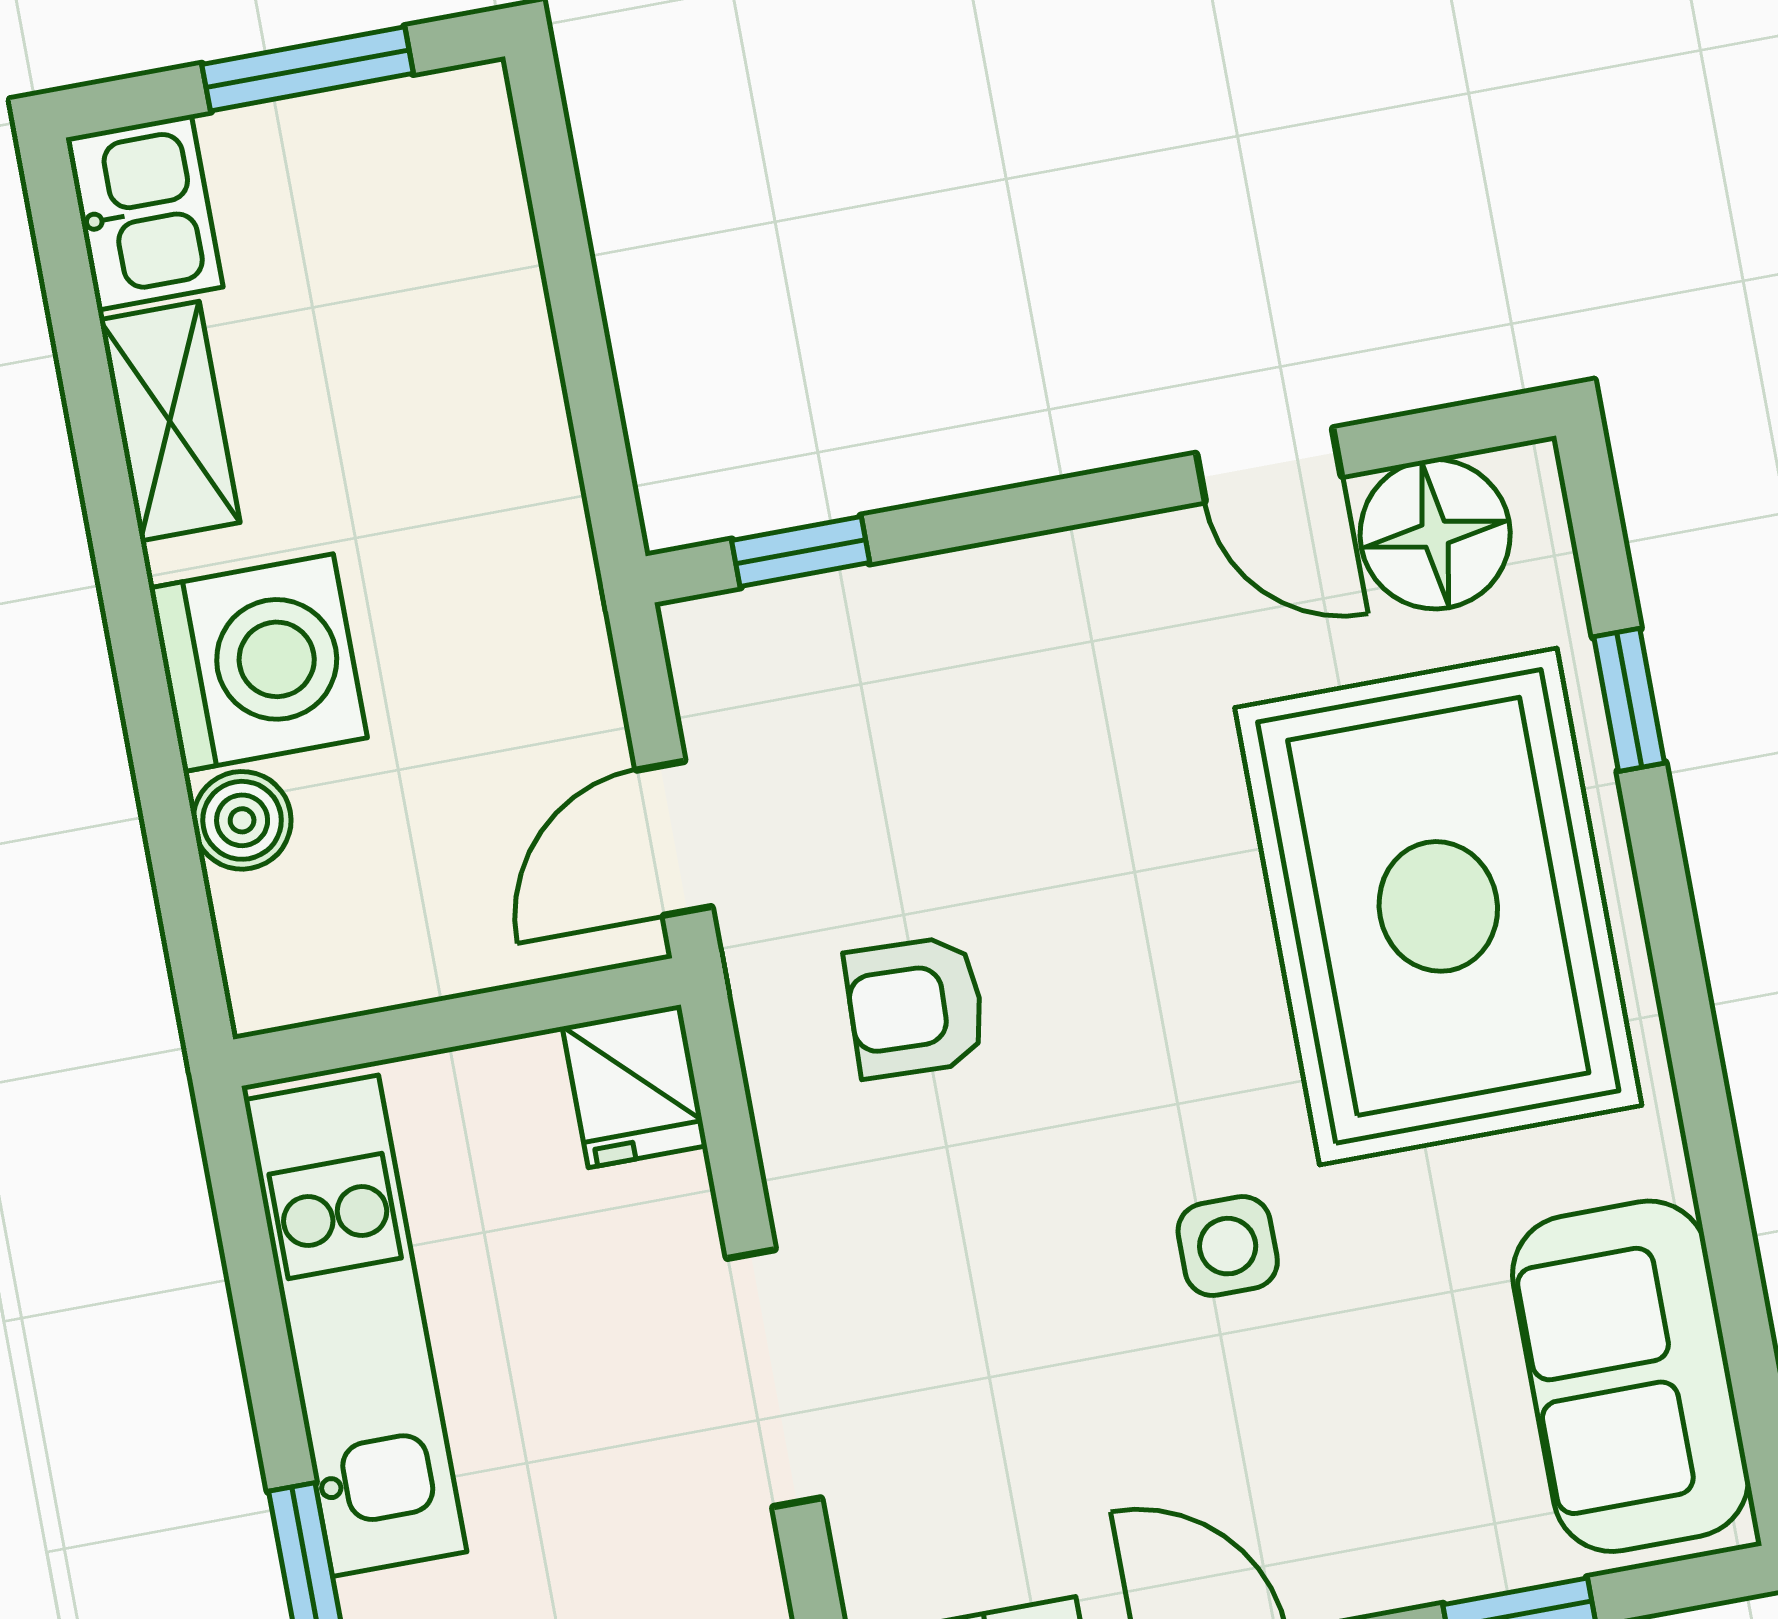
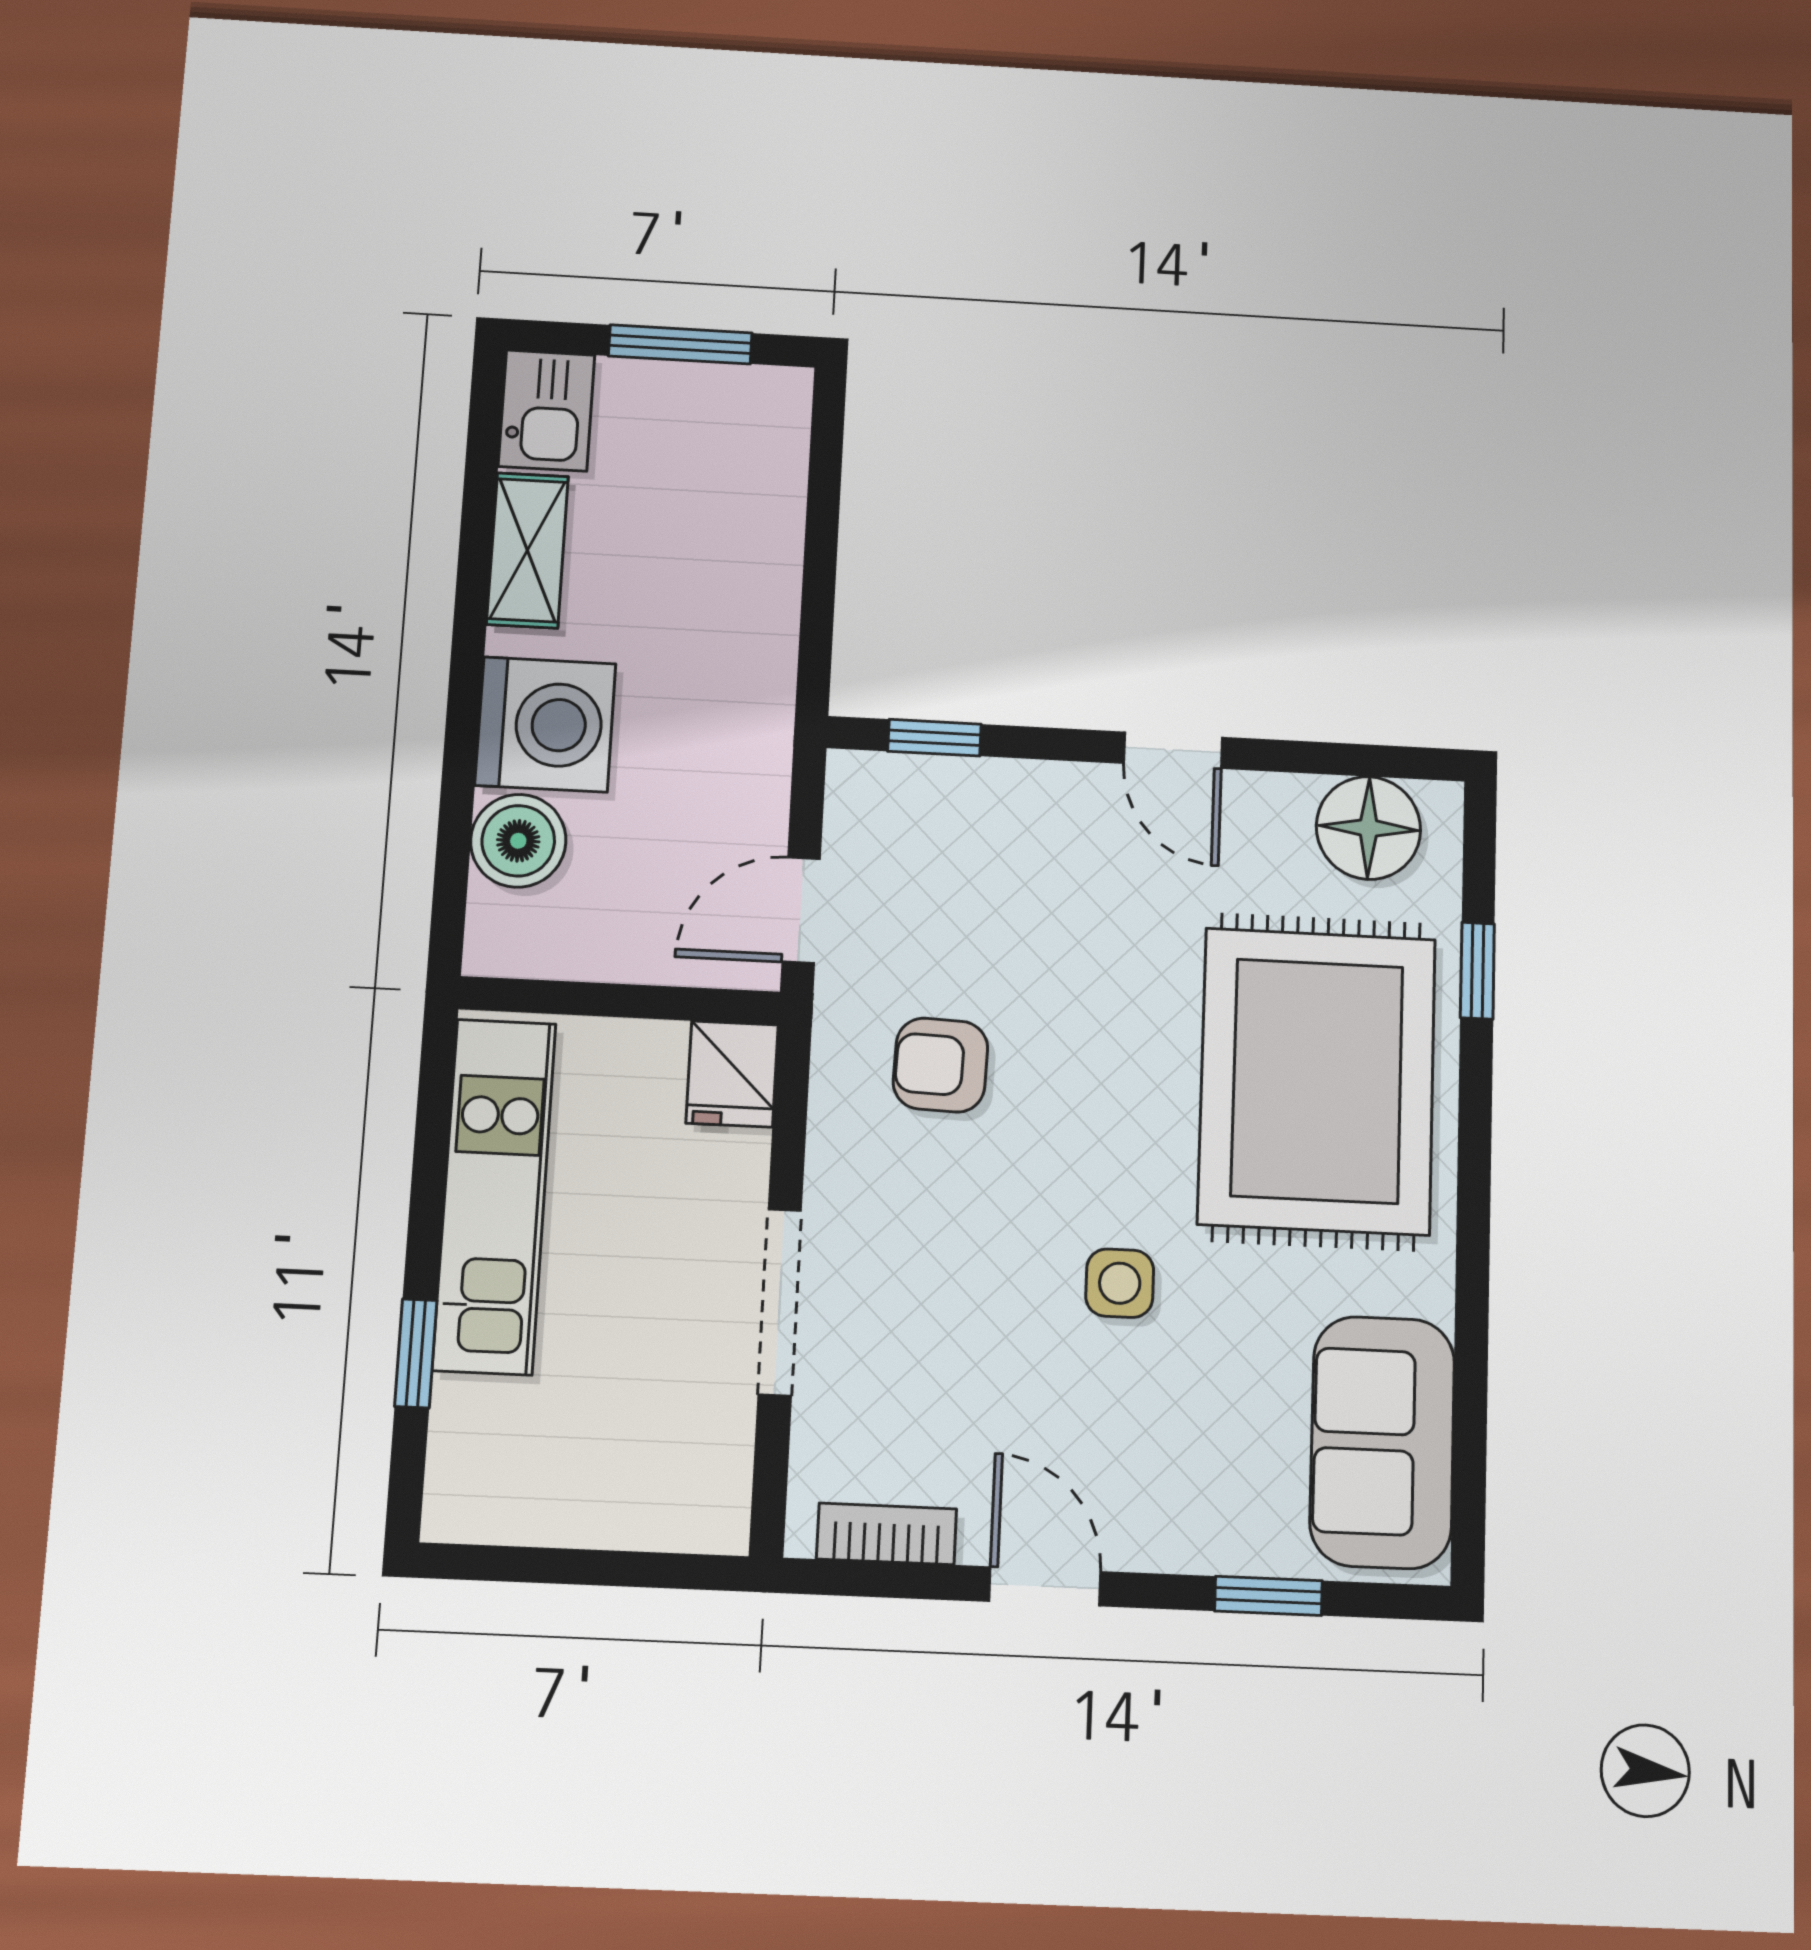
door: (1269, 465) -> (1173, 750), moved
boiler: (242, 820) -> (518, 841), width x1.36, depth x1.36

